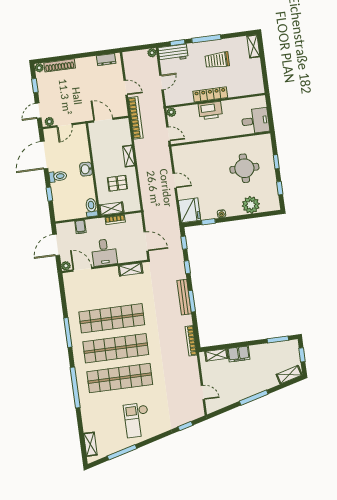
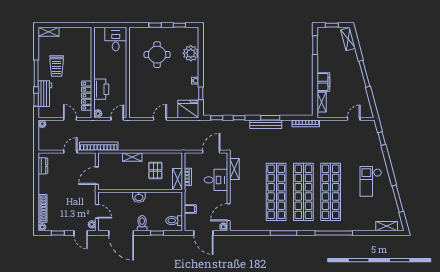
workbench: (173, 53) -> (45, 94), moved
locker: (210, 94) -> (87, 96), moved
printer: (210, 111) -> (101, 89), moved
toilet: (91, 208) -> (174, 221), moved
desk: (104, 252) -> (216, 180), moved
checkout: (137, 420) -> (371, 181), turned 90

